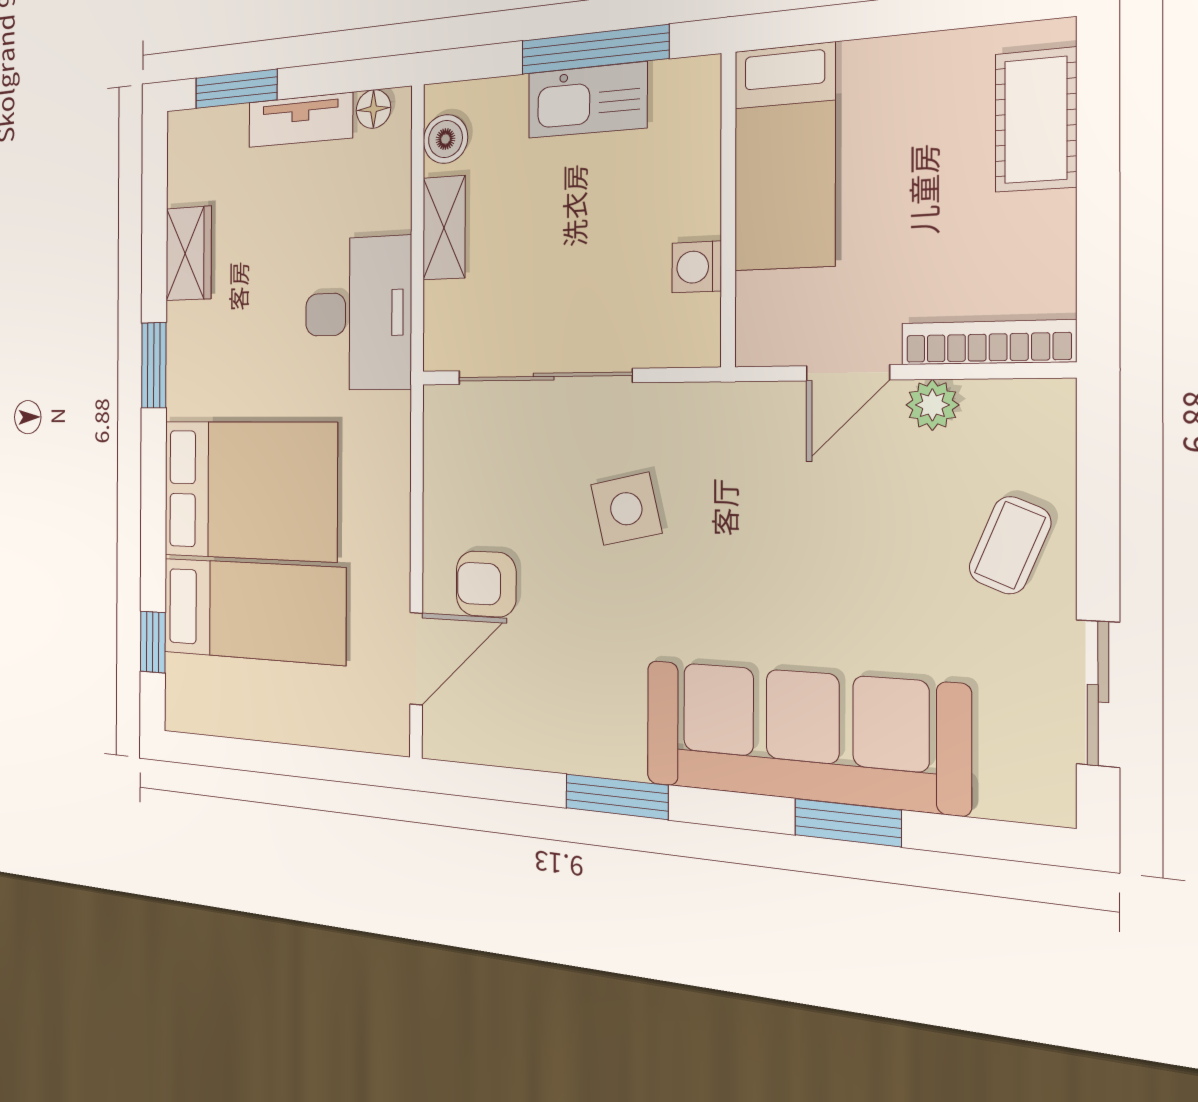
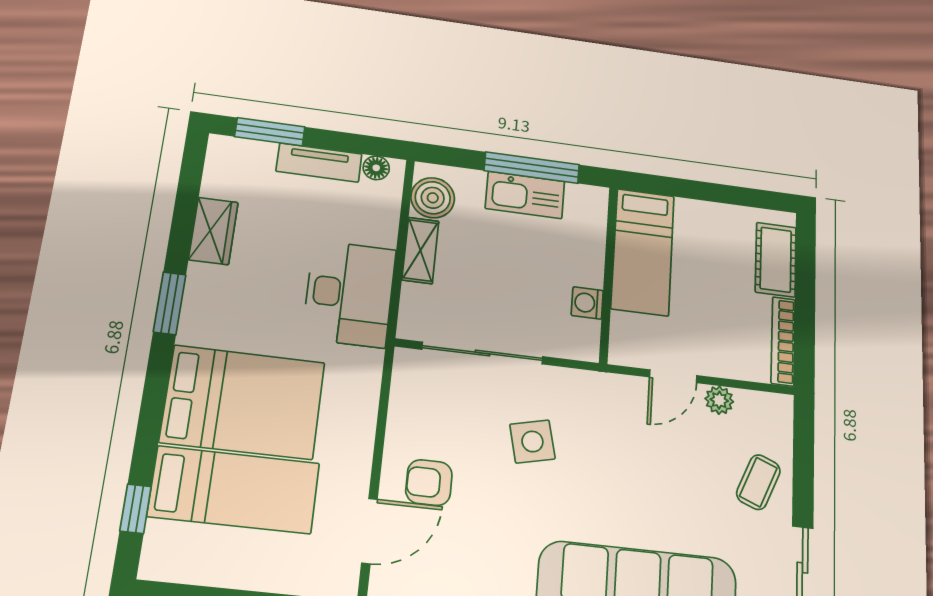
boiler: (445, 139) -> (433, 198), width x1.36, depth x1.36
bookcase: (988, 342) -> (783, 341), moved, turned -90

